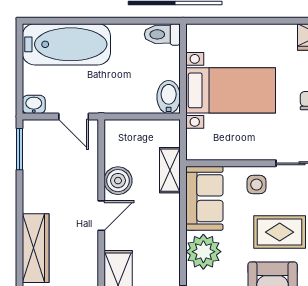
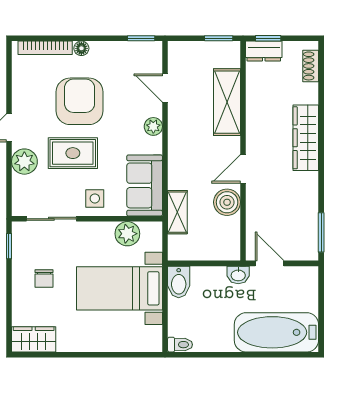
toilet: (162, 34) -> (180, 345), width x0.73, depth x0.72
washbasin: (34, 104) -> (238, 275), moved
plant: (222, 148) -> (127, 234), added
plant: (203, 252) -> (153, 126), width x0.53, depth x0.53

